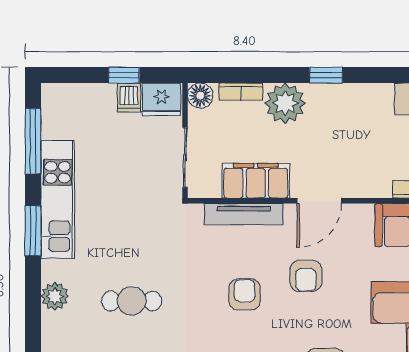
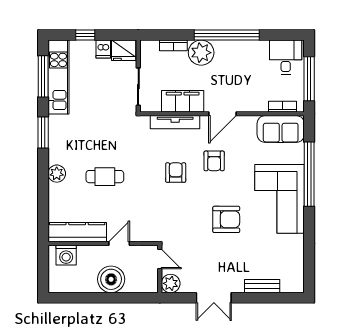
window: (124, 75) -> (85, 35), moved
window: (326, 75) -> (227, 35), width x3.17
floor lamp: (200, 96) -> (148, 48), removed
kitchen unit: (58, 199) -> (58, 77), moved

